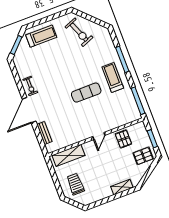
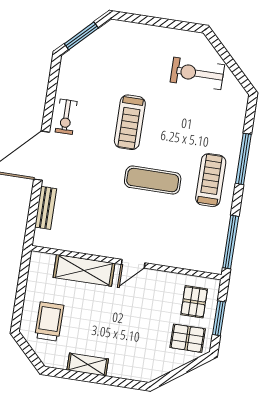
exercise bike: (79, 32) -> (197, 73), turned 112
treadmill: (41, 36) -> (130, 122), moved, turned 90
pallet: (123, 139) -> (194, 302), moved
shelving: (68, 155) -> (84, 270), moved
shelving: (122, 187) -> (88, 365), moved

